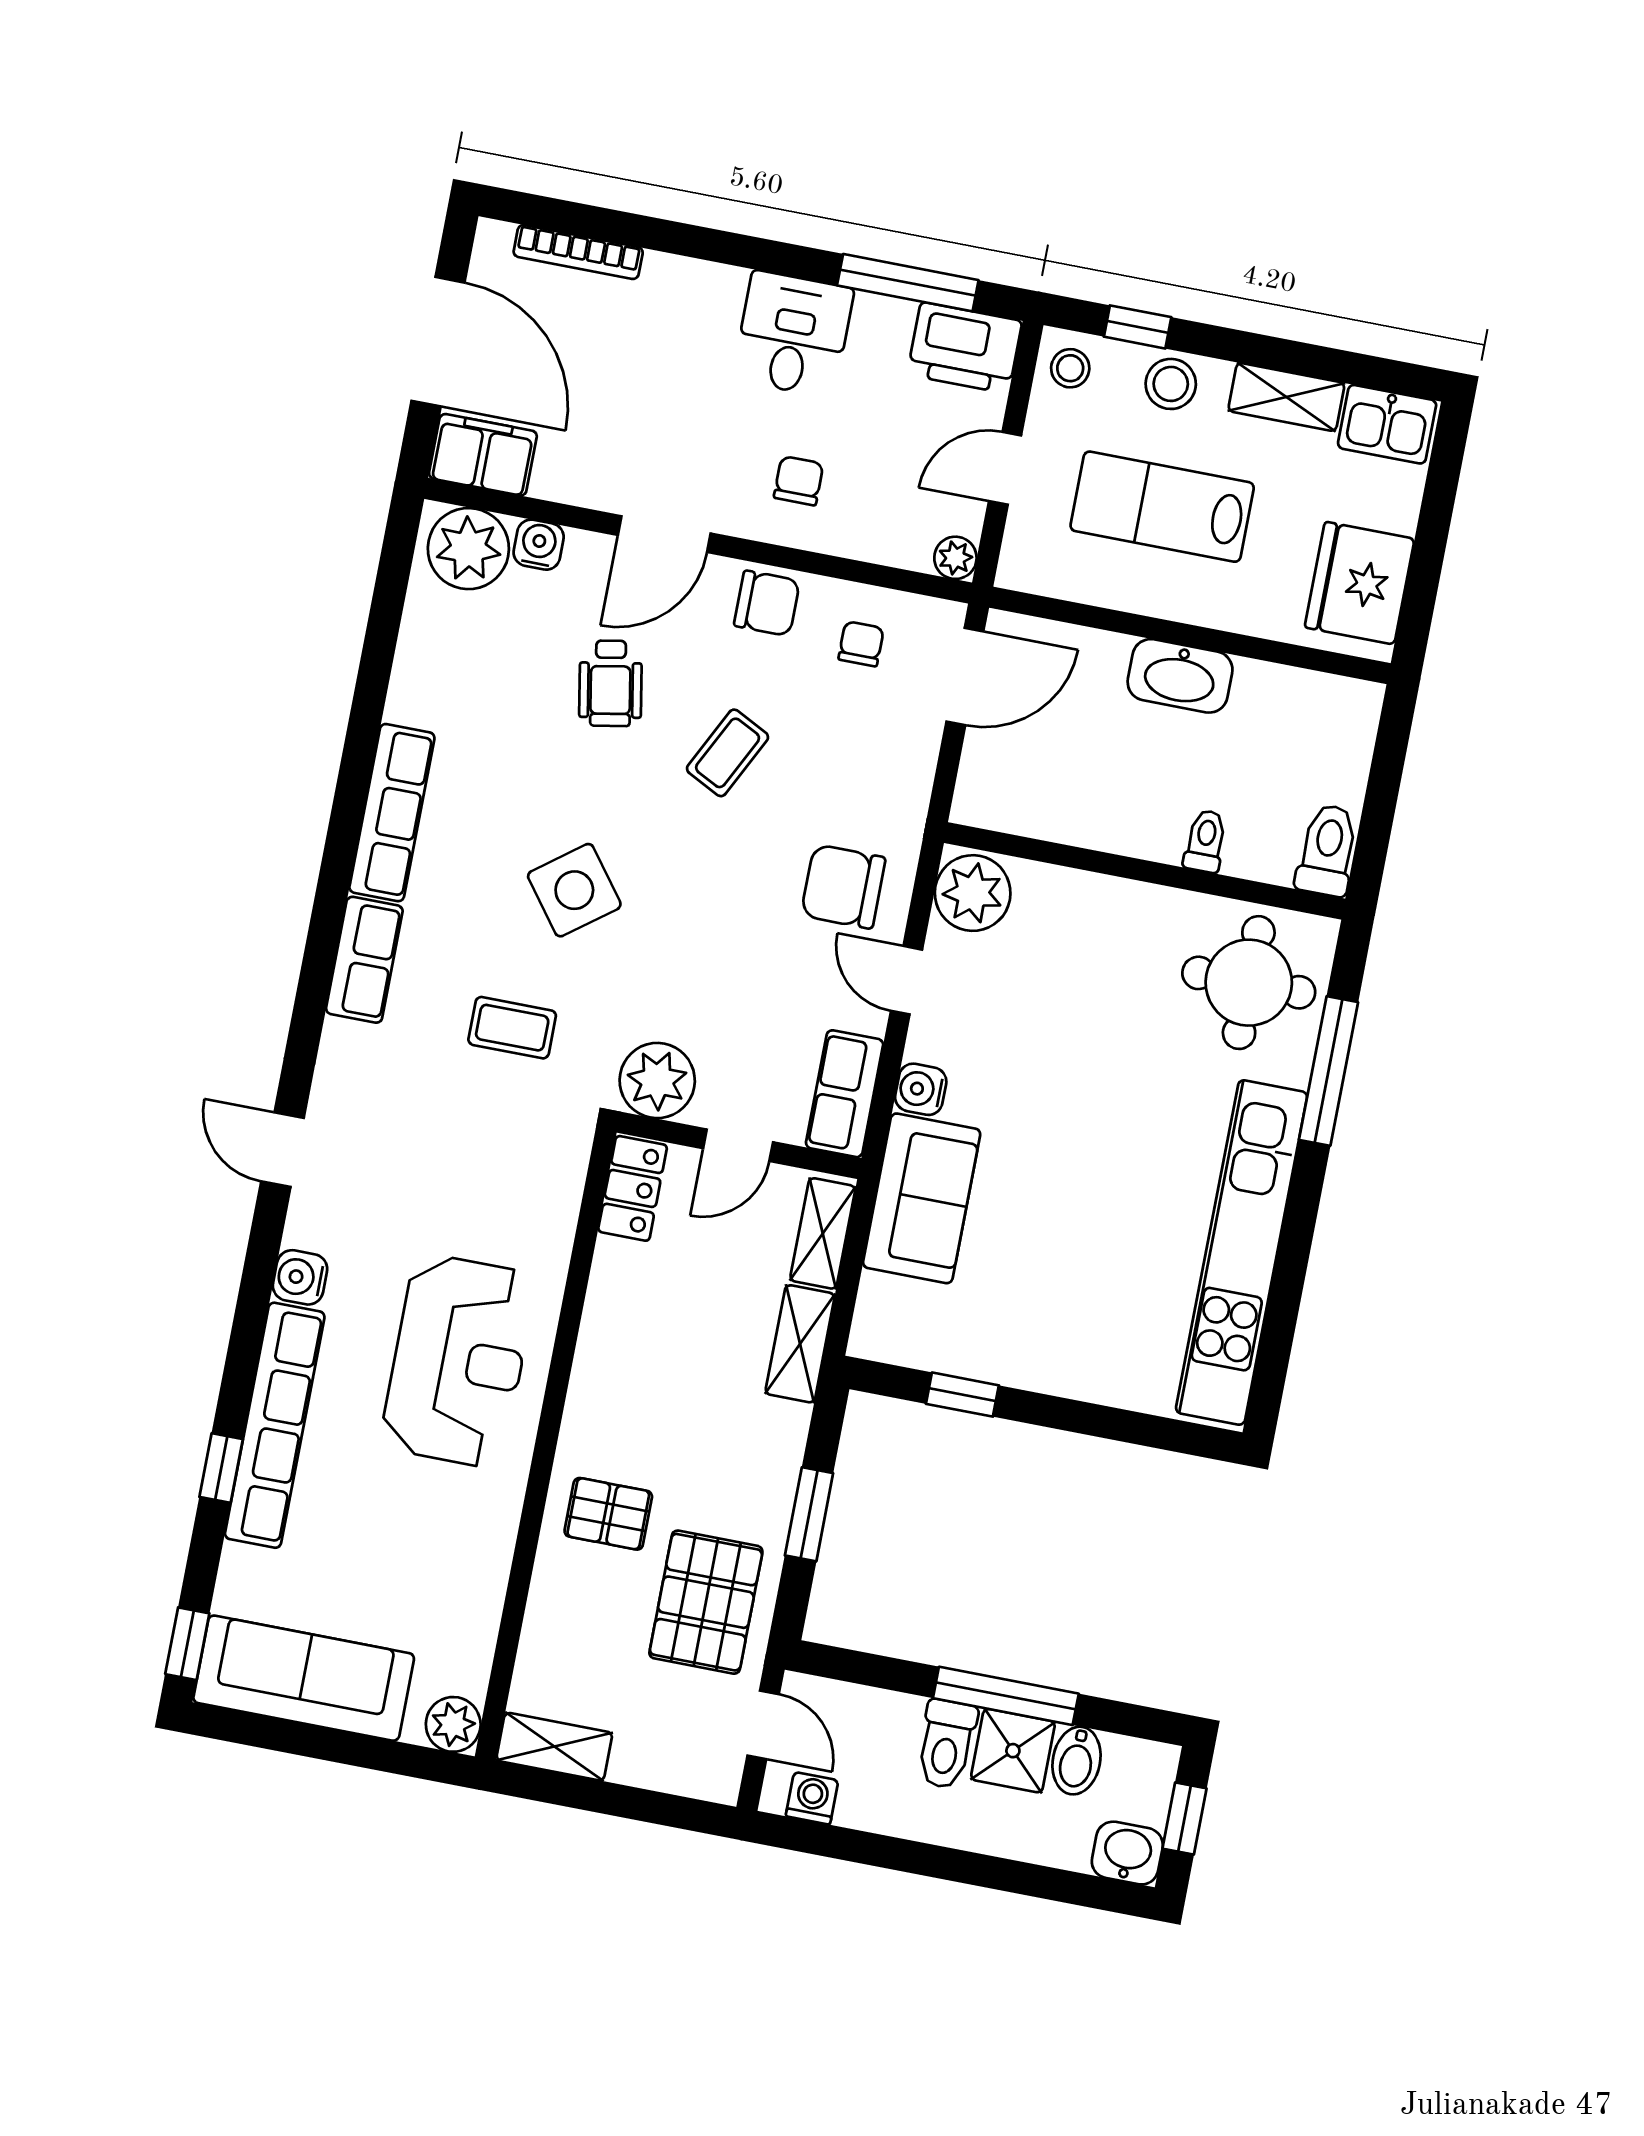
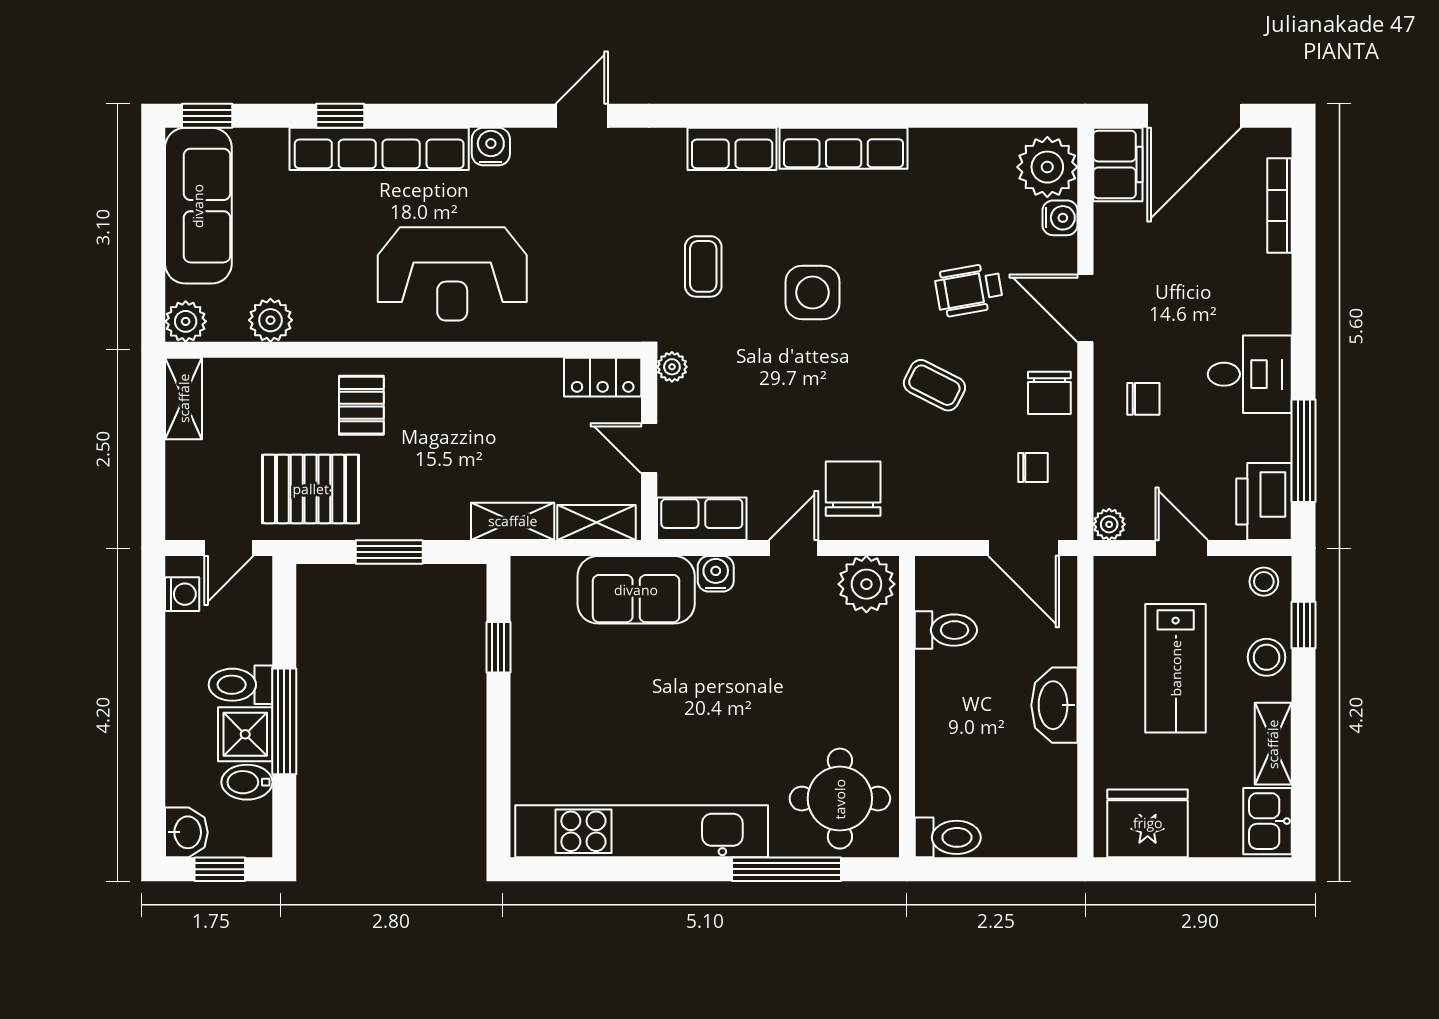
lab bench: (1162, 507) -> (1176, 668), turned 180
toilet: (1205, 841) -> (946, 630), moved, width x1.37, depth x1.39
side table: (574, 890) -> (813, 293), turned 37
plant: (657, 1080) -> (672, 367), width x0.53, depth x0.53
plant: (473, 1612) -> (270, 320), added

